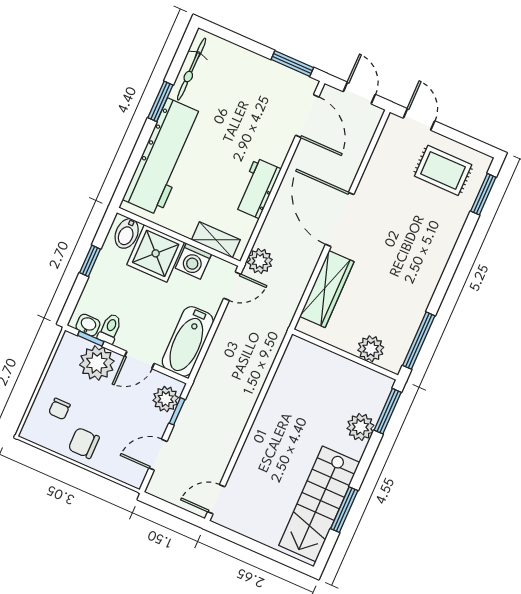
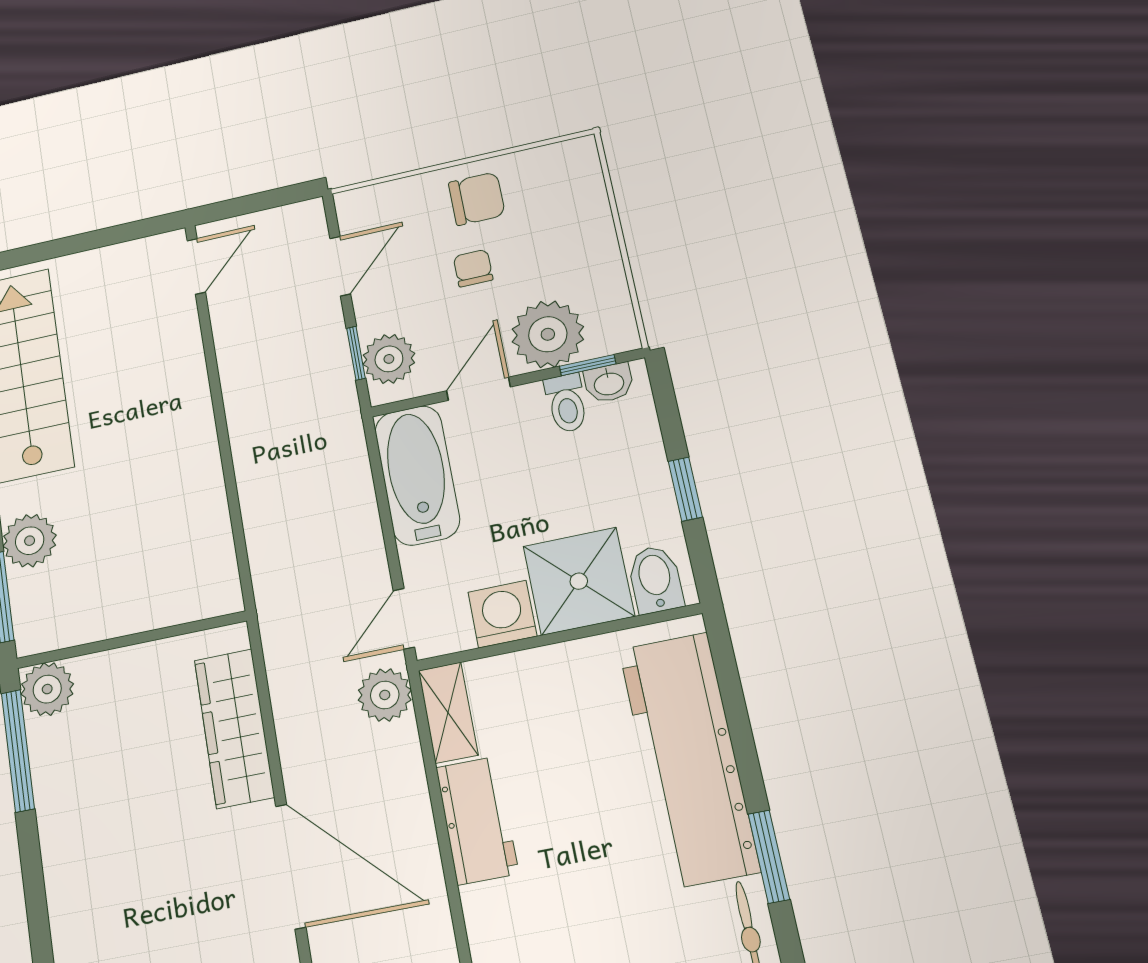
shelving: (216, 240) -> (448, 713), moved, turned 90
plant: (371, 349) -> (47, 689), moved
chair: (59, 409) -> (473, 268), moved

